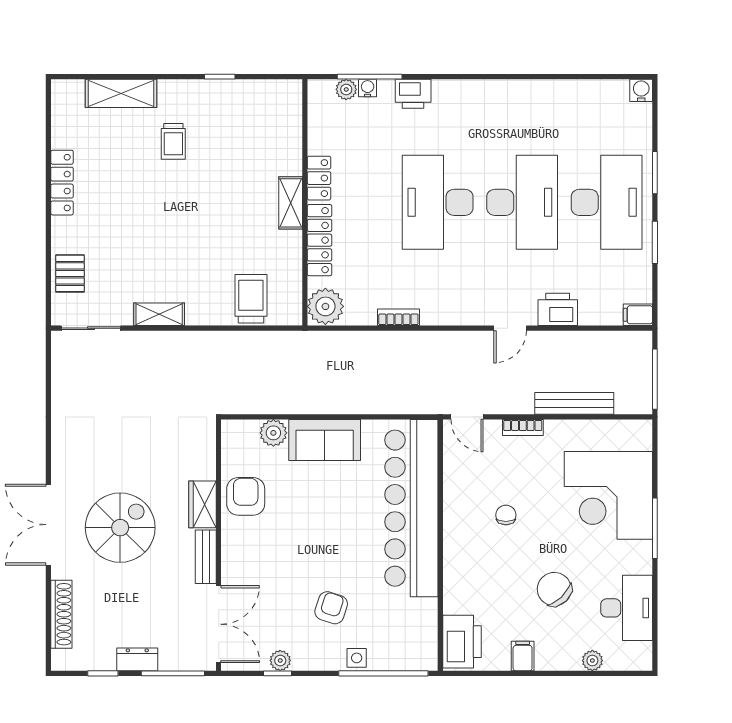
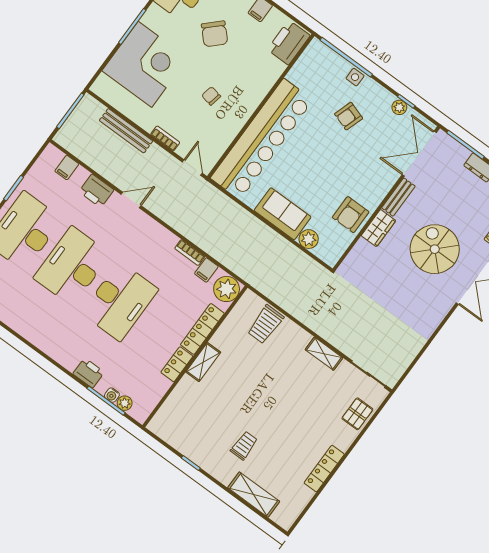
filing cabinet: (365, 311) -> (206, 270), added
filing cabinet: (638, 315) -> (67, 168), moved, turned 90
chair: (506, 515) -> (211, 96), turned 101
spiral stairs: (120, 528) -> (435, 249), turned 90

